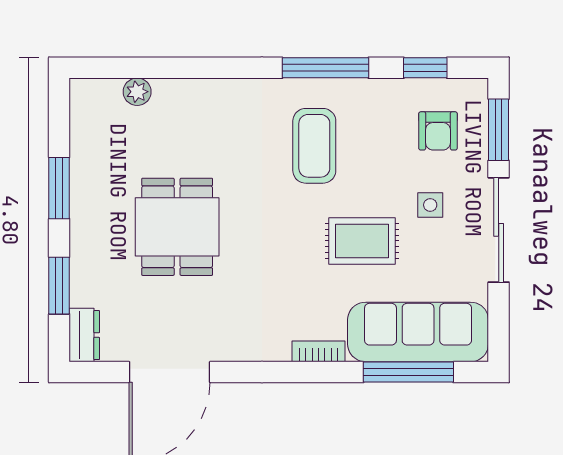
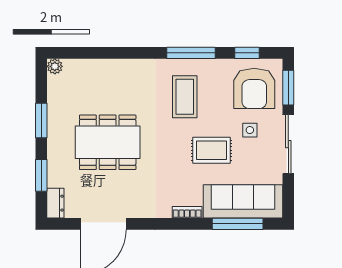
plant: (137, 92) -> (55, 66), moved
armchair: (438, 131) -> (254, 88), width x1.88, depth x1.88
dining table: (177, 227) -> (108, 142), width x1.38

